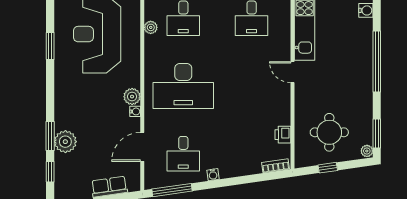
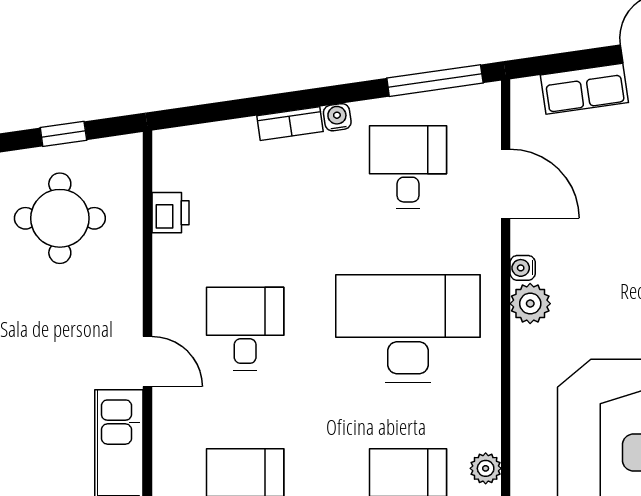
desk: (252, 86) -> (245, 329), added
door: (142, 147) -> (506, 184), hinge flipped
bookcase: (276, 166) -> (290, 124), moved

